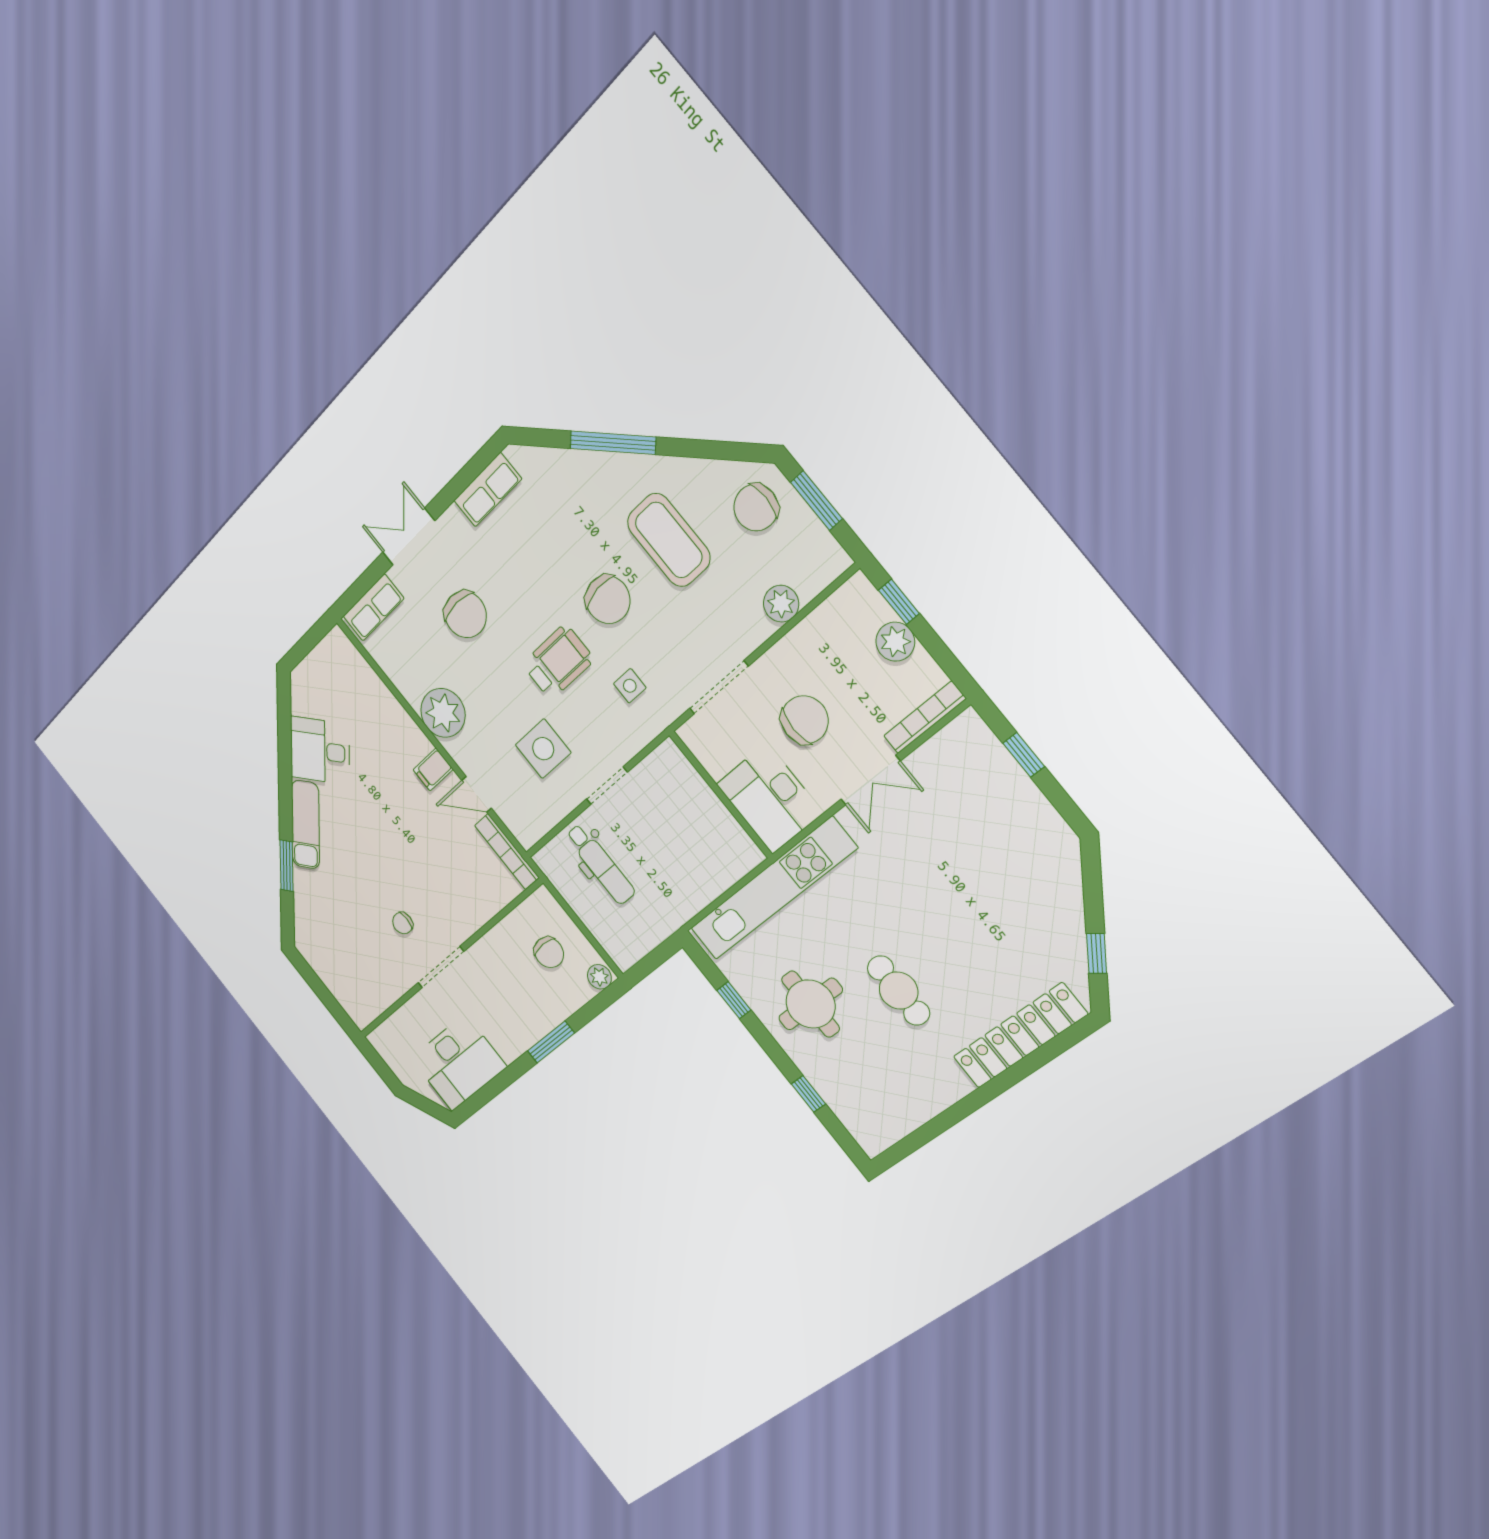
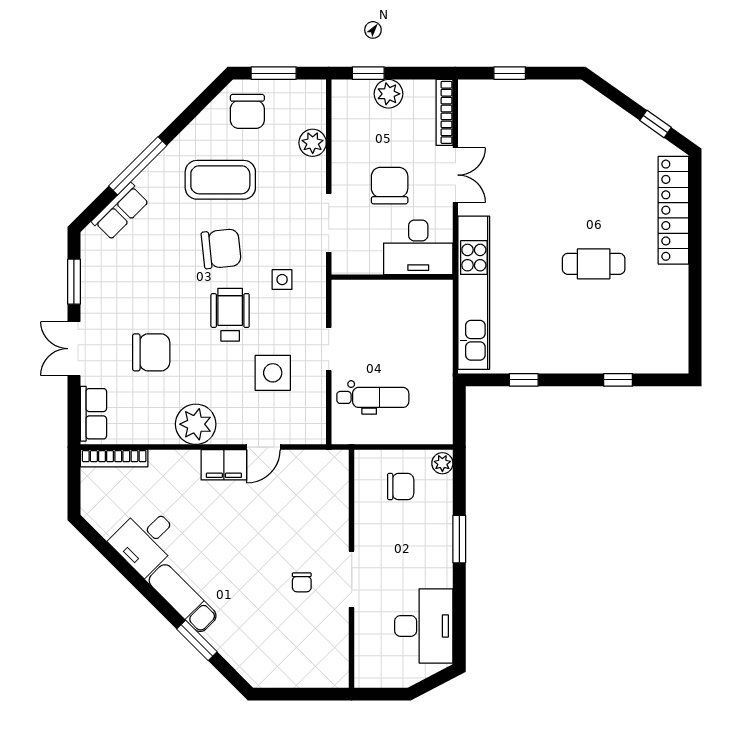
window: (462, 481) -> (74, 282), added
row of seats: (488, 490) -> (120, 211), moved, turned 45
filing cabinet: (433, 769) -> (224, 465), width x2.00
bookcase: (507, 852) -> (114, 458), moved
round table: (811, 1004) -> (562, 329), removed

